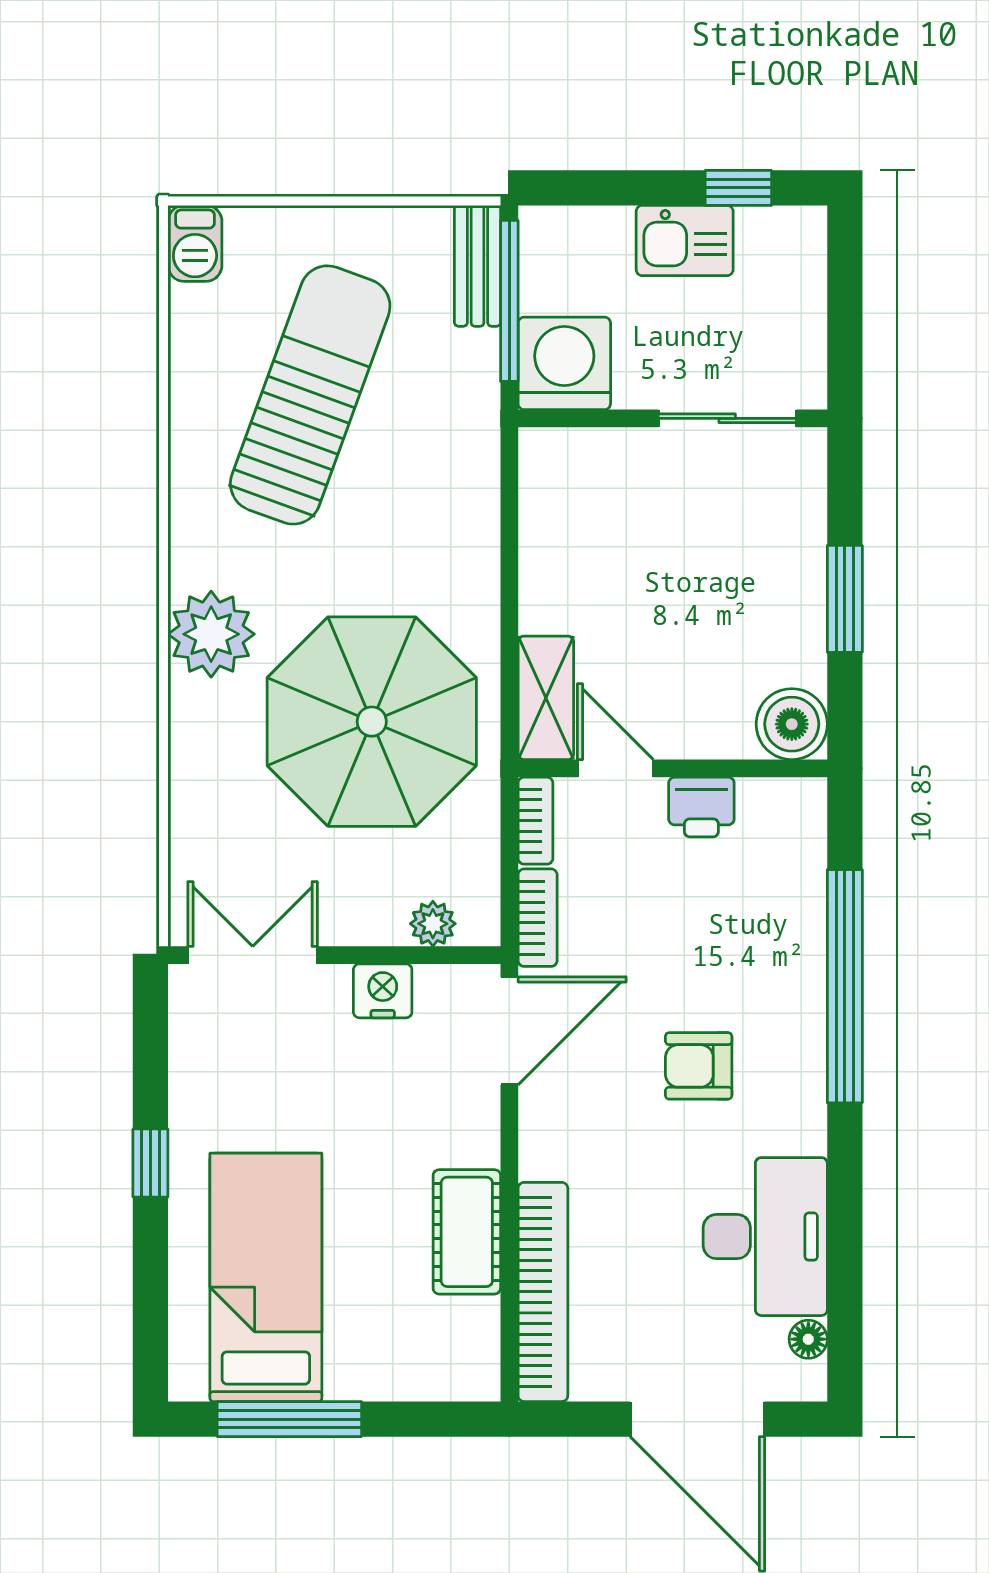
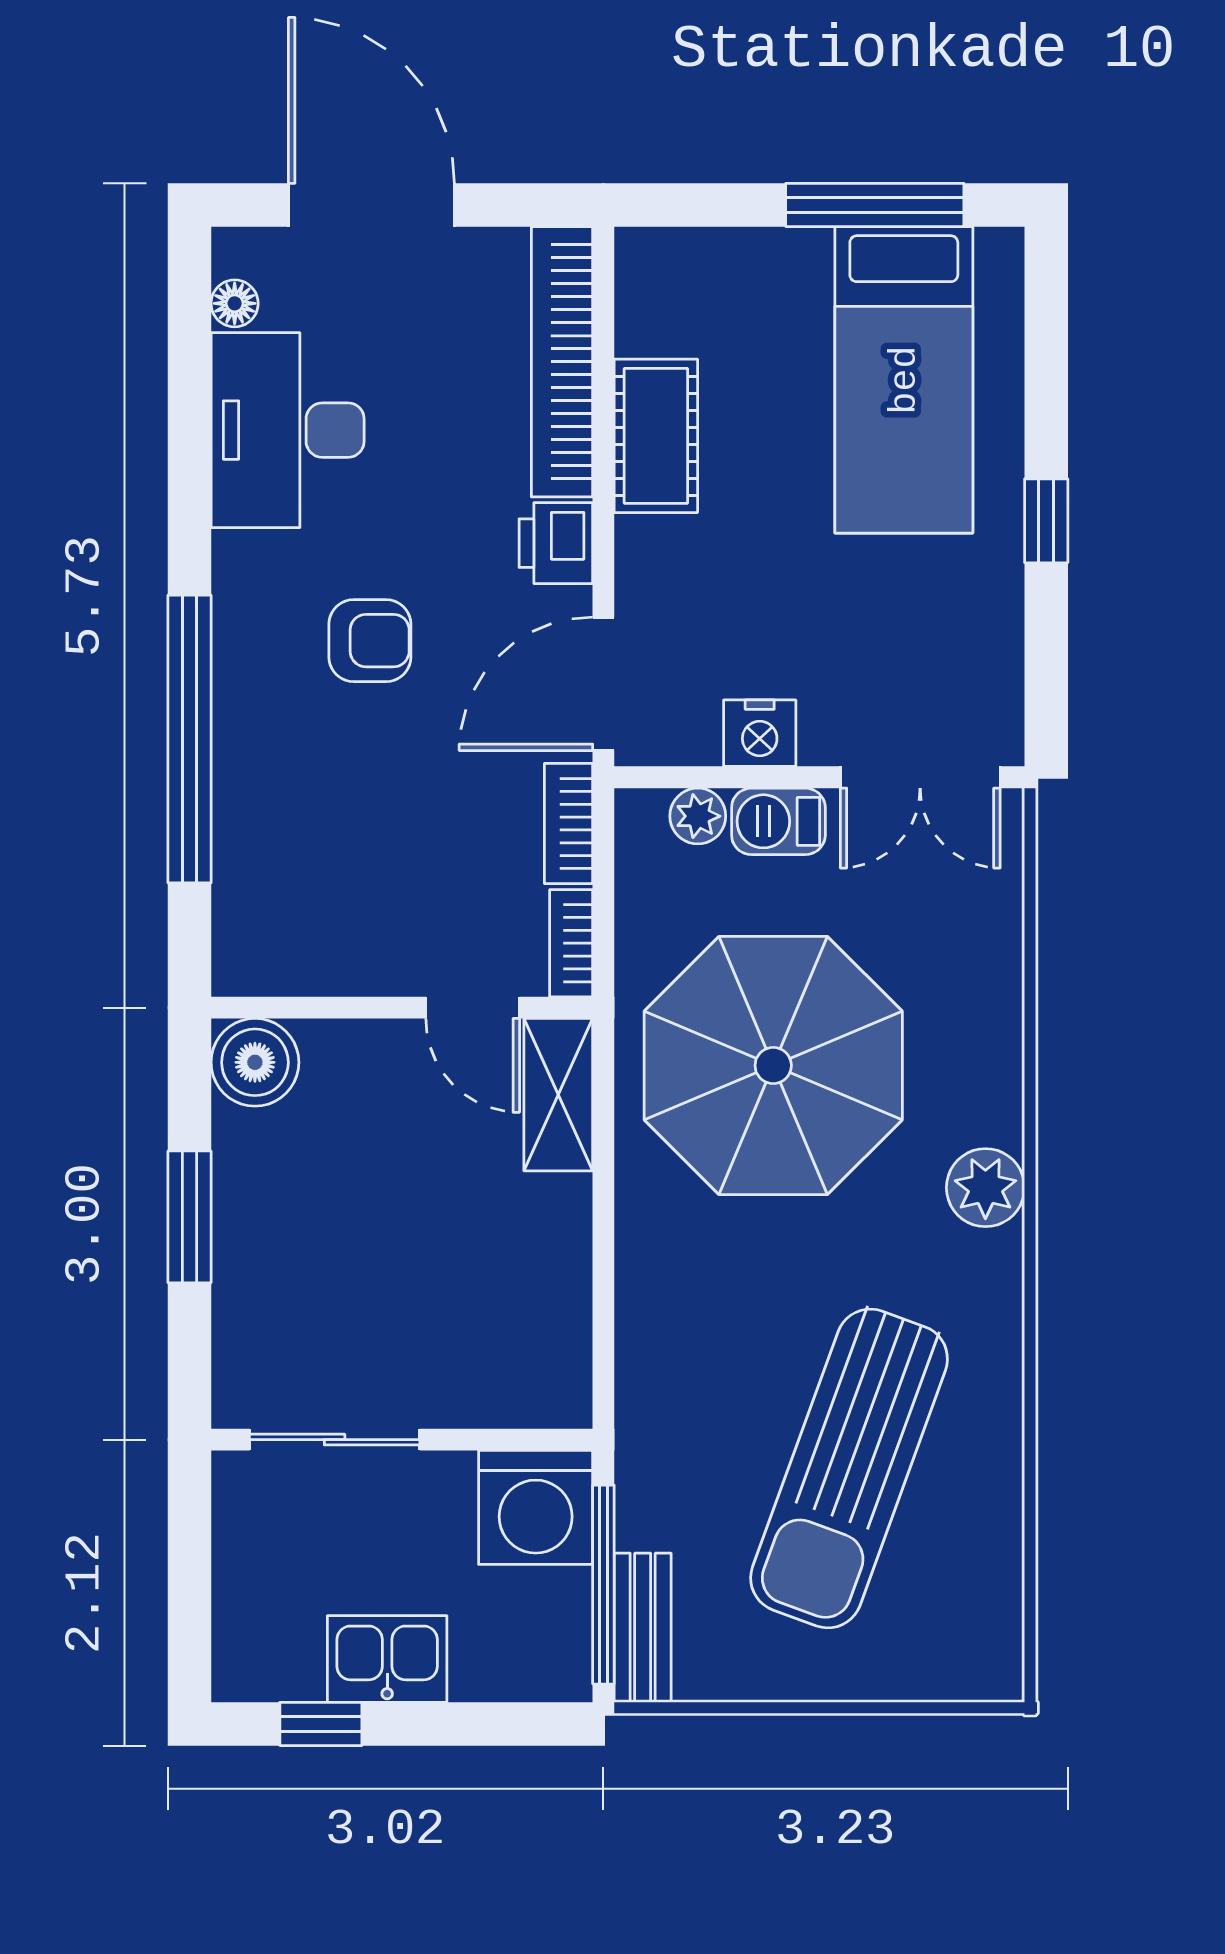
barbecue: (195, 243) -> (778, 821), moved, turned -90
plant: (211, 634) -> (985, 1188), width x0.73, depth x0.73
printer: (701, 807) -> (556, 543), moved, turned -90

